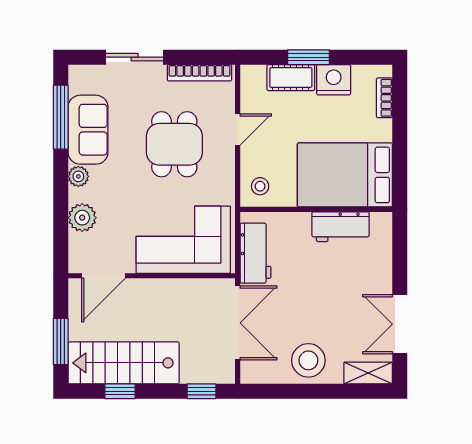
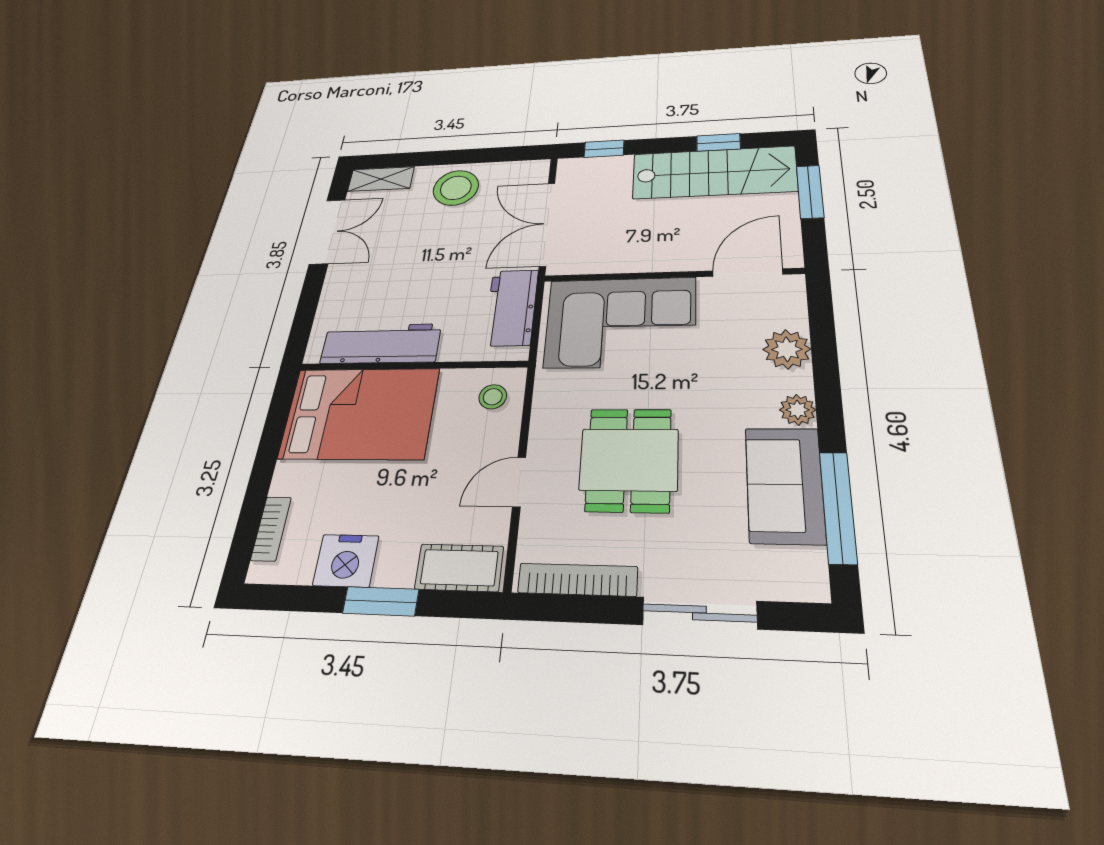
cot: (291, 78) -> (459, 568), moved
workbench: (341, 227) -> (381, 344), width x1.38

